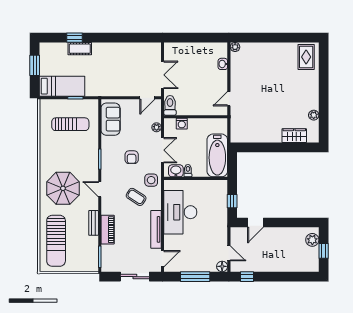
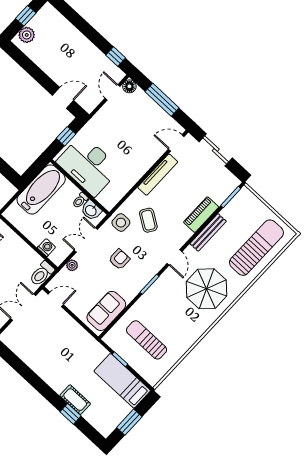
desk: (180, 212) -> (88, 165), moved, turned 90
bench: (94, 223) -> (208, 232), width x1.36

